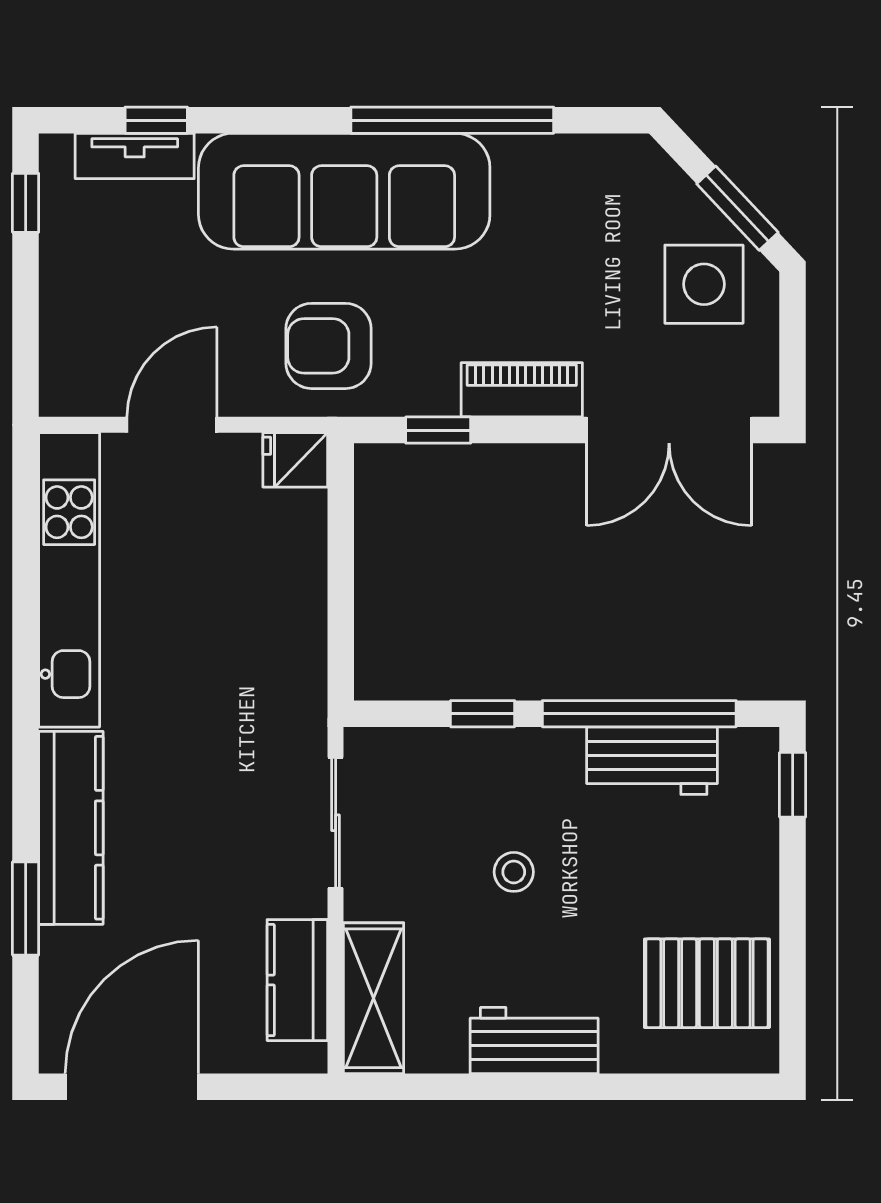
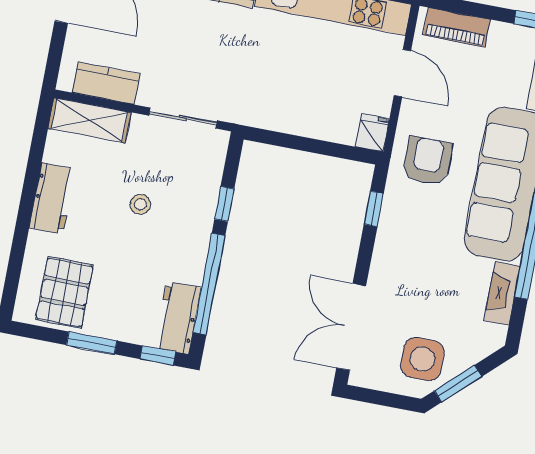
fireplace: (551, 158) -> (502, 293), added
piano: (522, 390) -> (457, 27), moved, turned 90
workbench: (652, 761) -> (178, 318), moved
window: (793, 914) -> (92, 343), added

